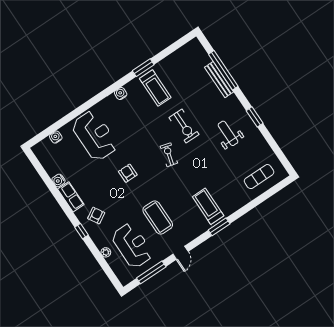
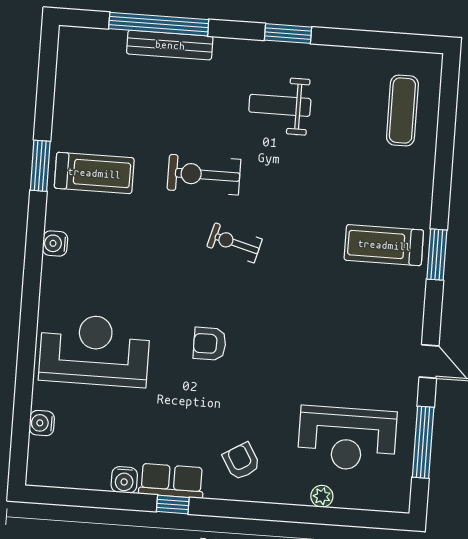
exercise bike: (184, 126) -> (204, 175), turned 180
coffee table: (158, 217) -> (333, 352), removed
window: (81, 231) -> (173, 505), moved
reception desk: (132, 246) -> (347, 439), turned 180

